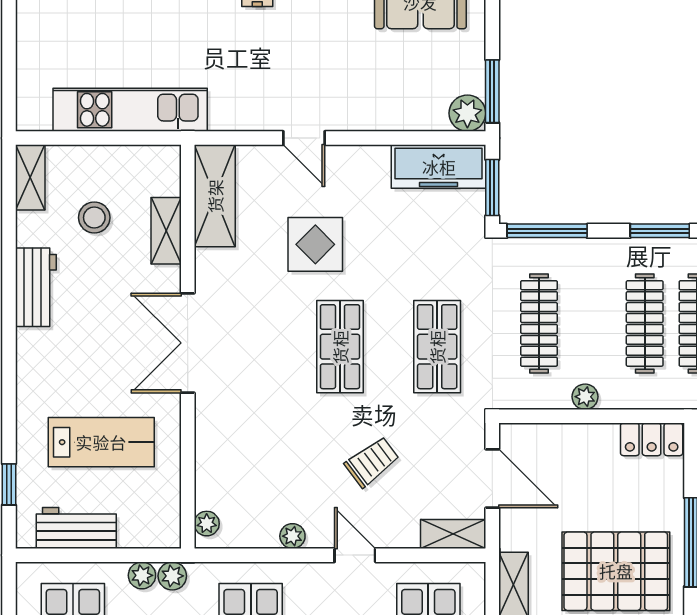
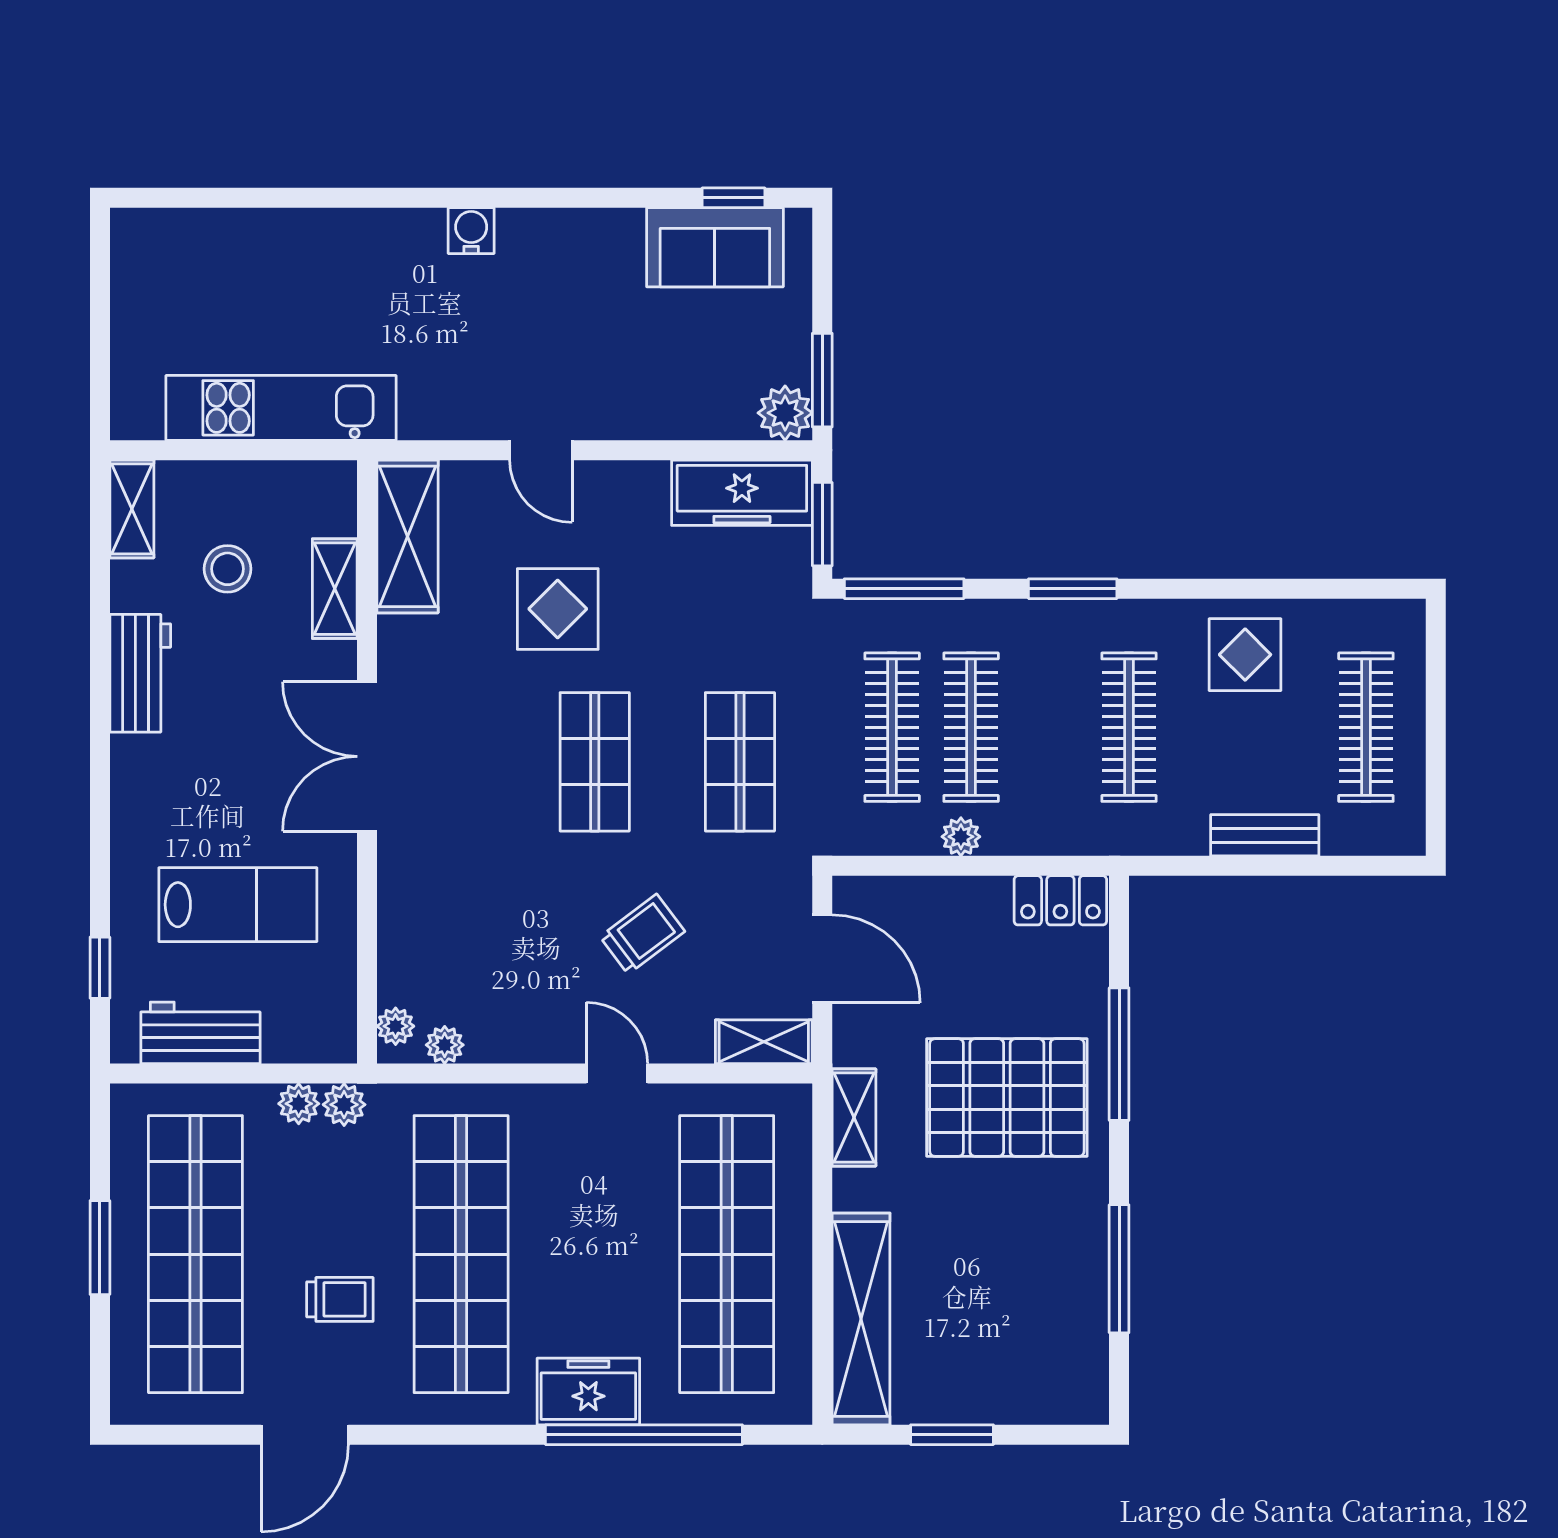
clothes rail: (645, 323) -> (971, 727), moved
plant: (292, 536) -> (445, 1045), moved

